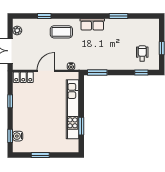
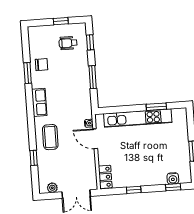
chair: (125, 29) -> (42, 65), added
door: (46, 71) -> (95, 139), moved
window: (97, 73) -> (93, 77), moved

